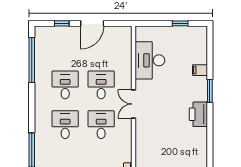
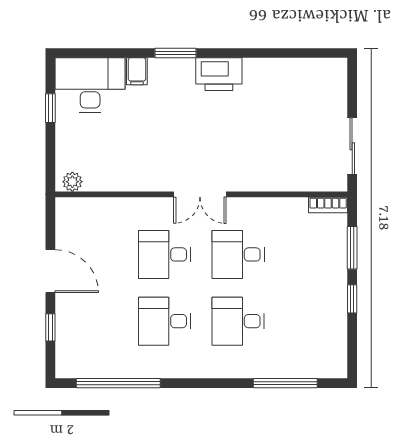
plant: (140, 35) -> (72, 182), added
desk: (150, 60) -> (90, 85), moved, turned 180

